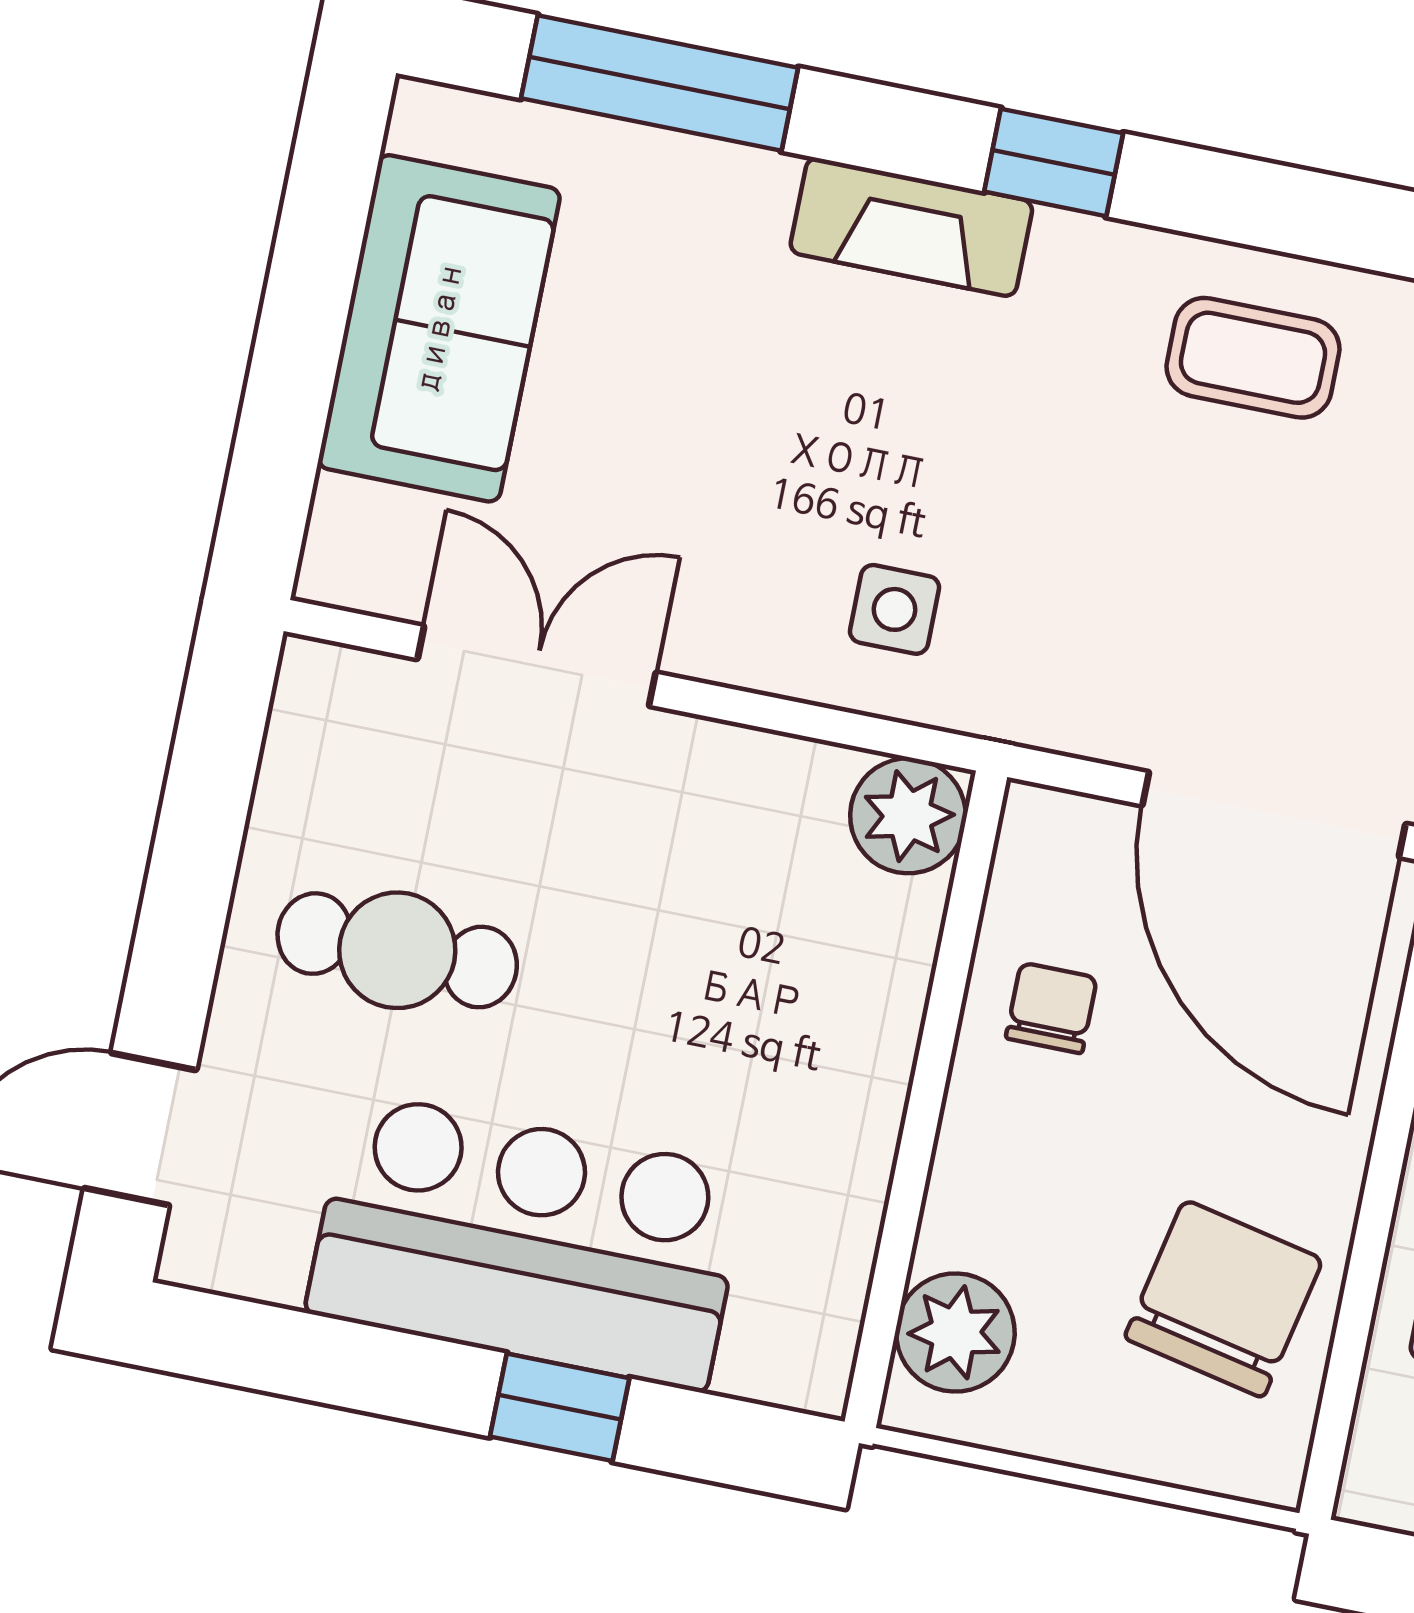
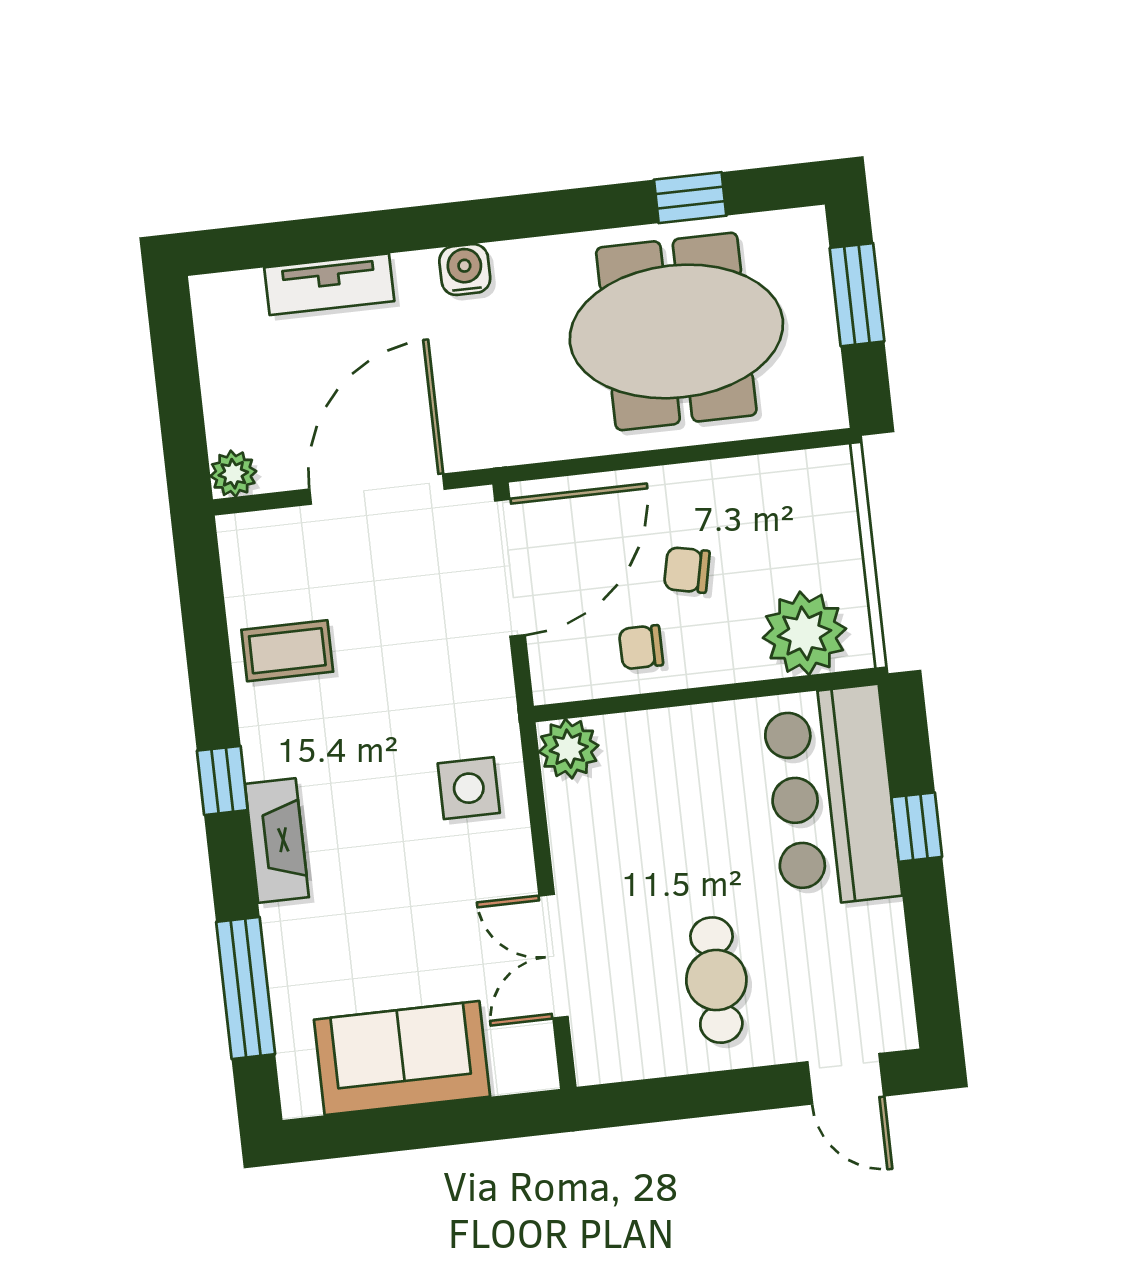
coffee table: (1253, 358) -> (287, 651), turned 90
side table: (894, 609) -> (469, 788), width x1.37, depth x1.37
bar counter: (528, 1241) -> (832, 796), moved
chair: (1224, 1299) -> (687, 570), moved, width x0.54, depth x0.54
plant: (955, 1333) -> (804, 633), width x1.36, depth x1.36

